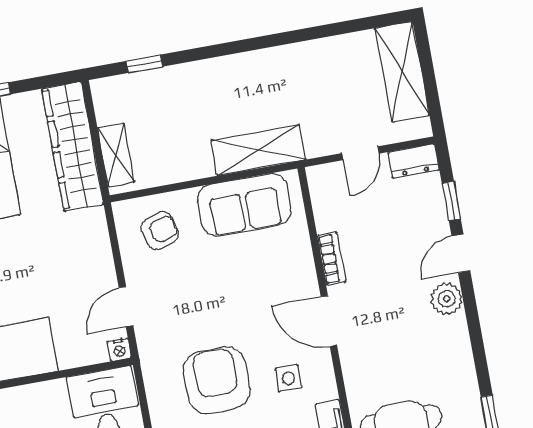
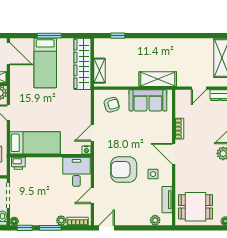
armchair: (217, 380) -> (124, 170), turned -90

